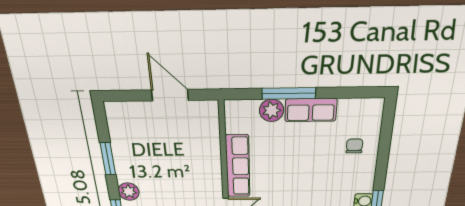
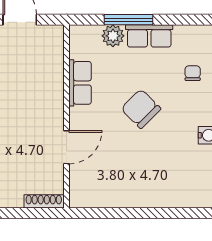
row of seats: (238, 166) -> (80, 83), width x0.68
chair: (299, 179) -> (141, 109), added

